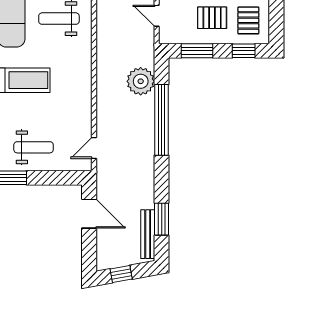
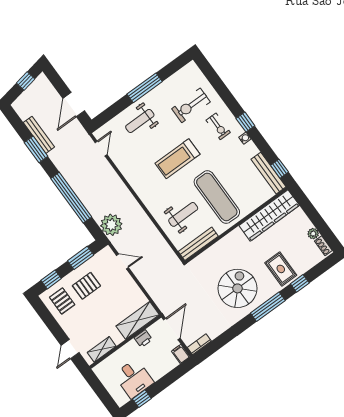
plant: (141, 81) -> (111, 225), moved
door: (89, 214) -> (74, 105), hinge flipped
window: (162, 219) -> (36, 149), moved
bench: (148, 234) -> (39, 135), moved

